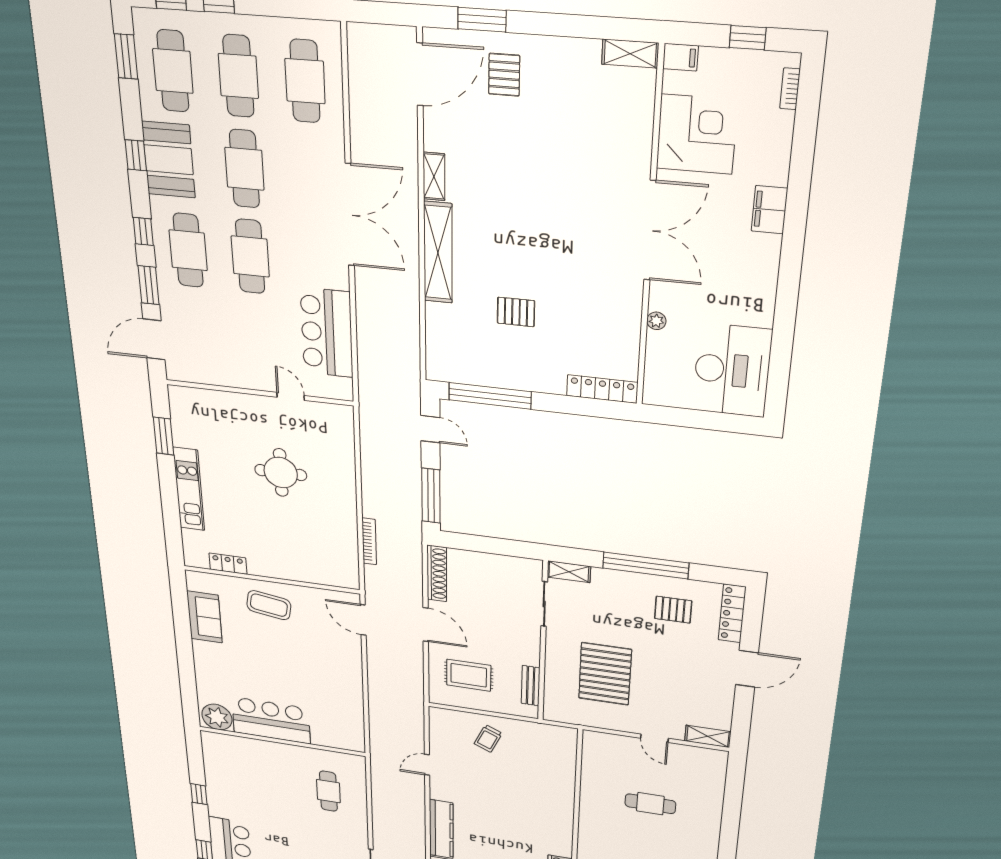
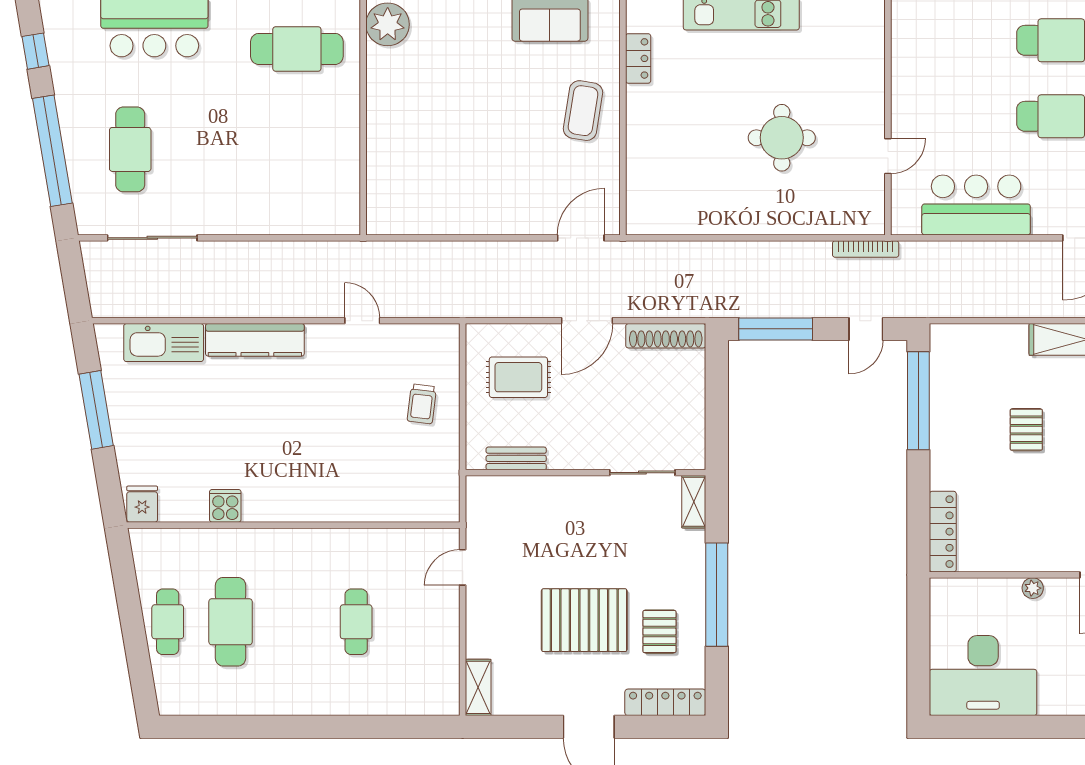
bookcase: (369, 541) -> (866, 249), moved
pallet: (605, 674) -> (584, 620), moved
rug: (469, 675) -> (518, 377), turned 90
bar counter: (271, 720) -> (396, 103), removed
door: (654, 738) -> (463, 567), moved
trolley: (488, 739) -> (422, 404), turned -107
cafe table: (328, 791) -> (297, 49), moved, width x1.37, depth x1.35

